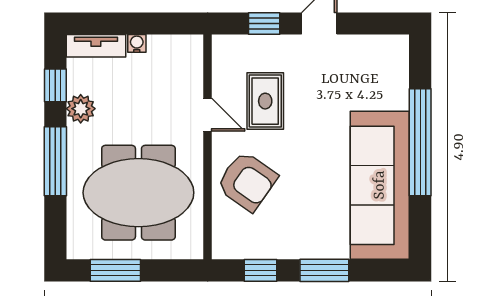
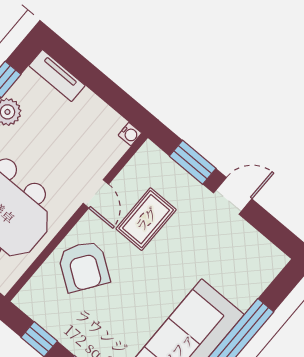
window: (264, 24) -> (193, 162), width x1.50
water cooler: (137, 43) -> (130, 134), moved, turned 90

